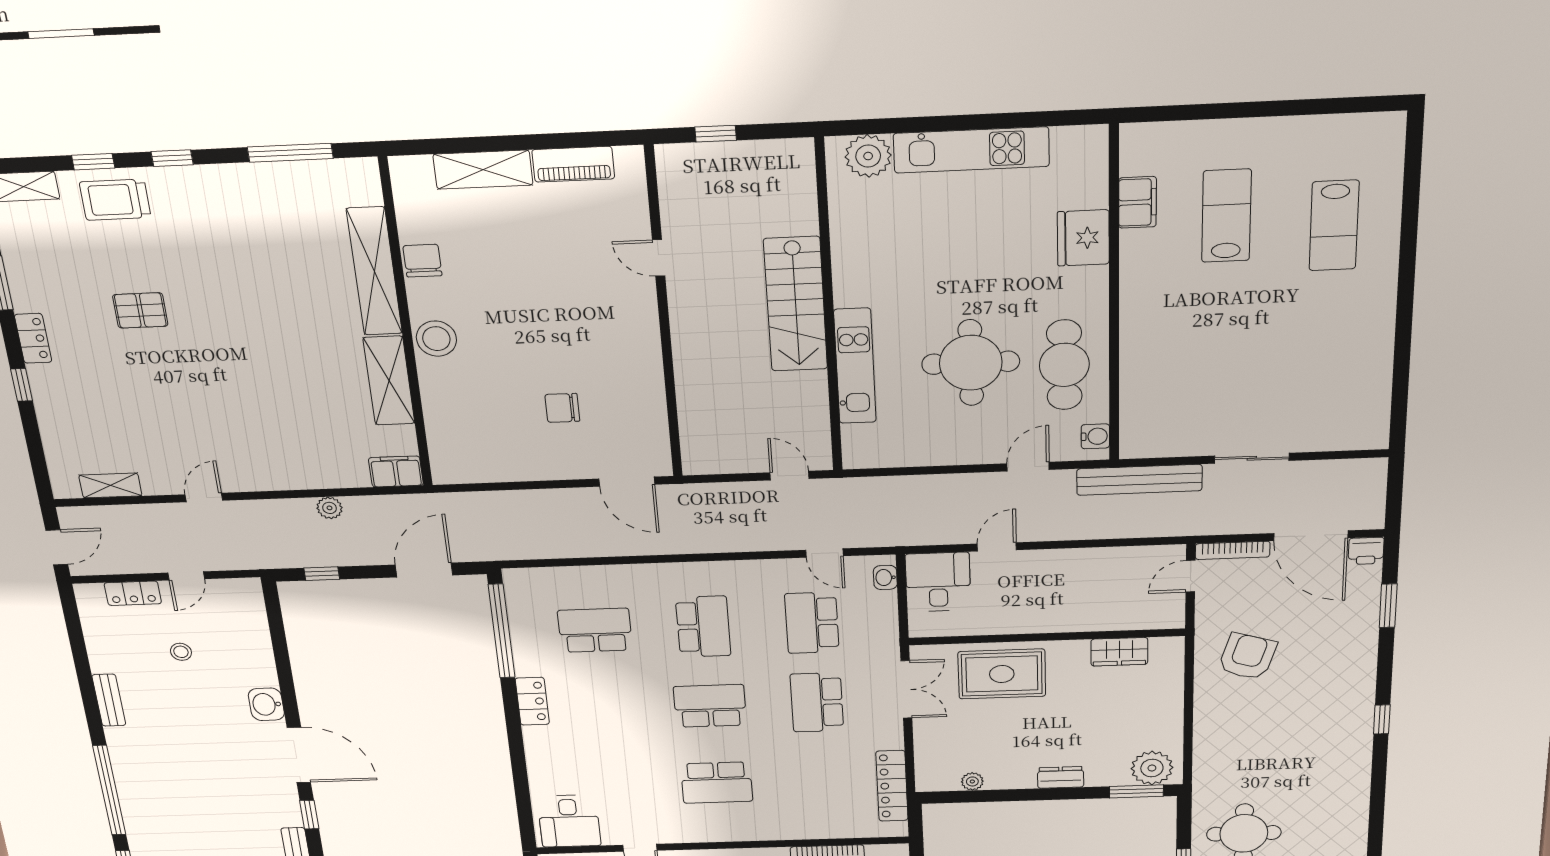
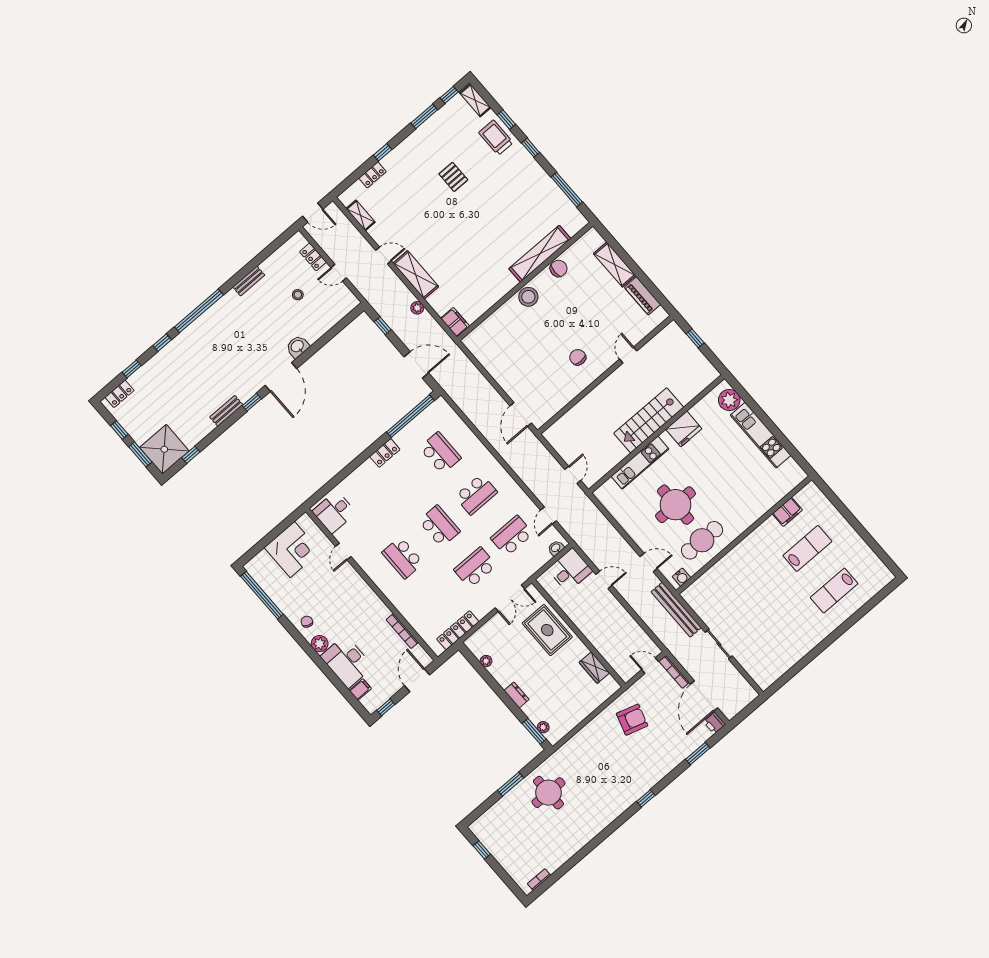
fridge: (1083, 238) -> (684, 429), moved, turned 180
locker: (33, 338) -> (373, 175), moved
shelving: (389, 381) -> (416, 275), moved, turned 90
chair: (562, 408) -> (578, 357), moved
plant: (1152, 768) -> (543, 727), width x0.53, depth x0.53

